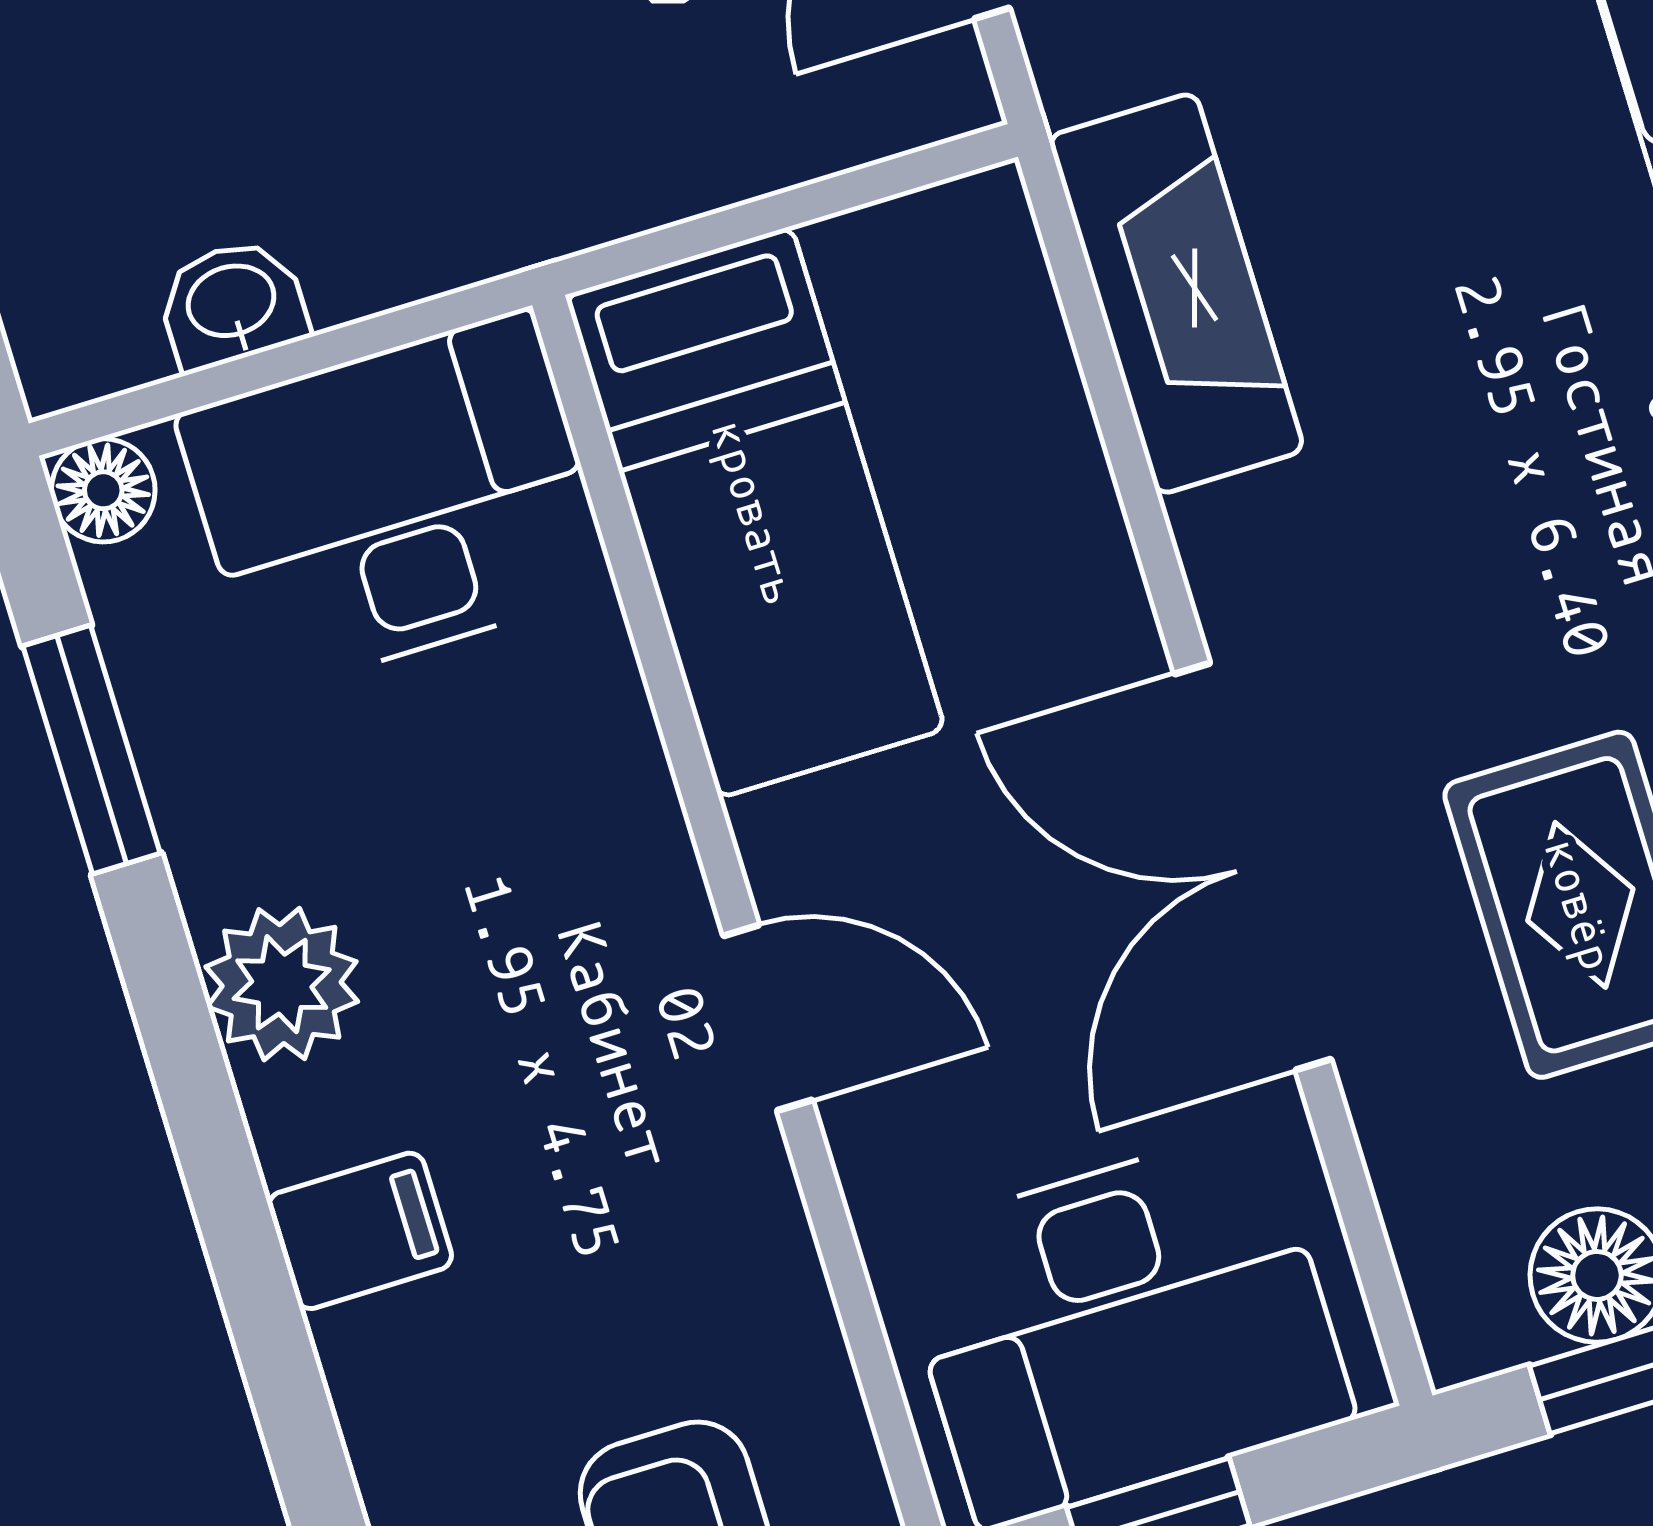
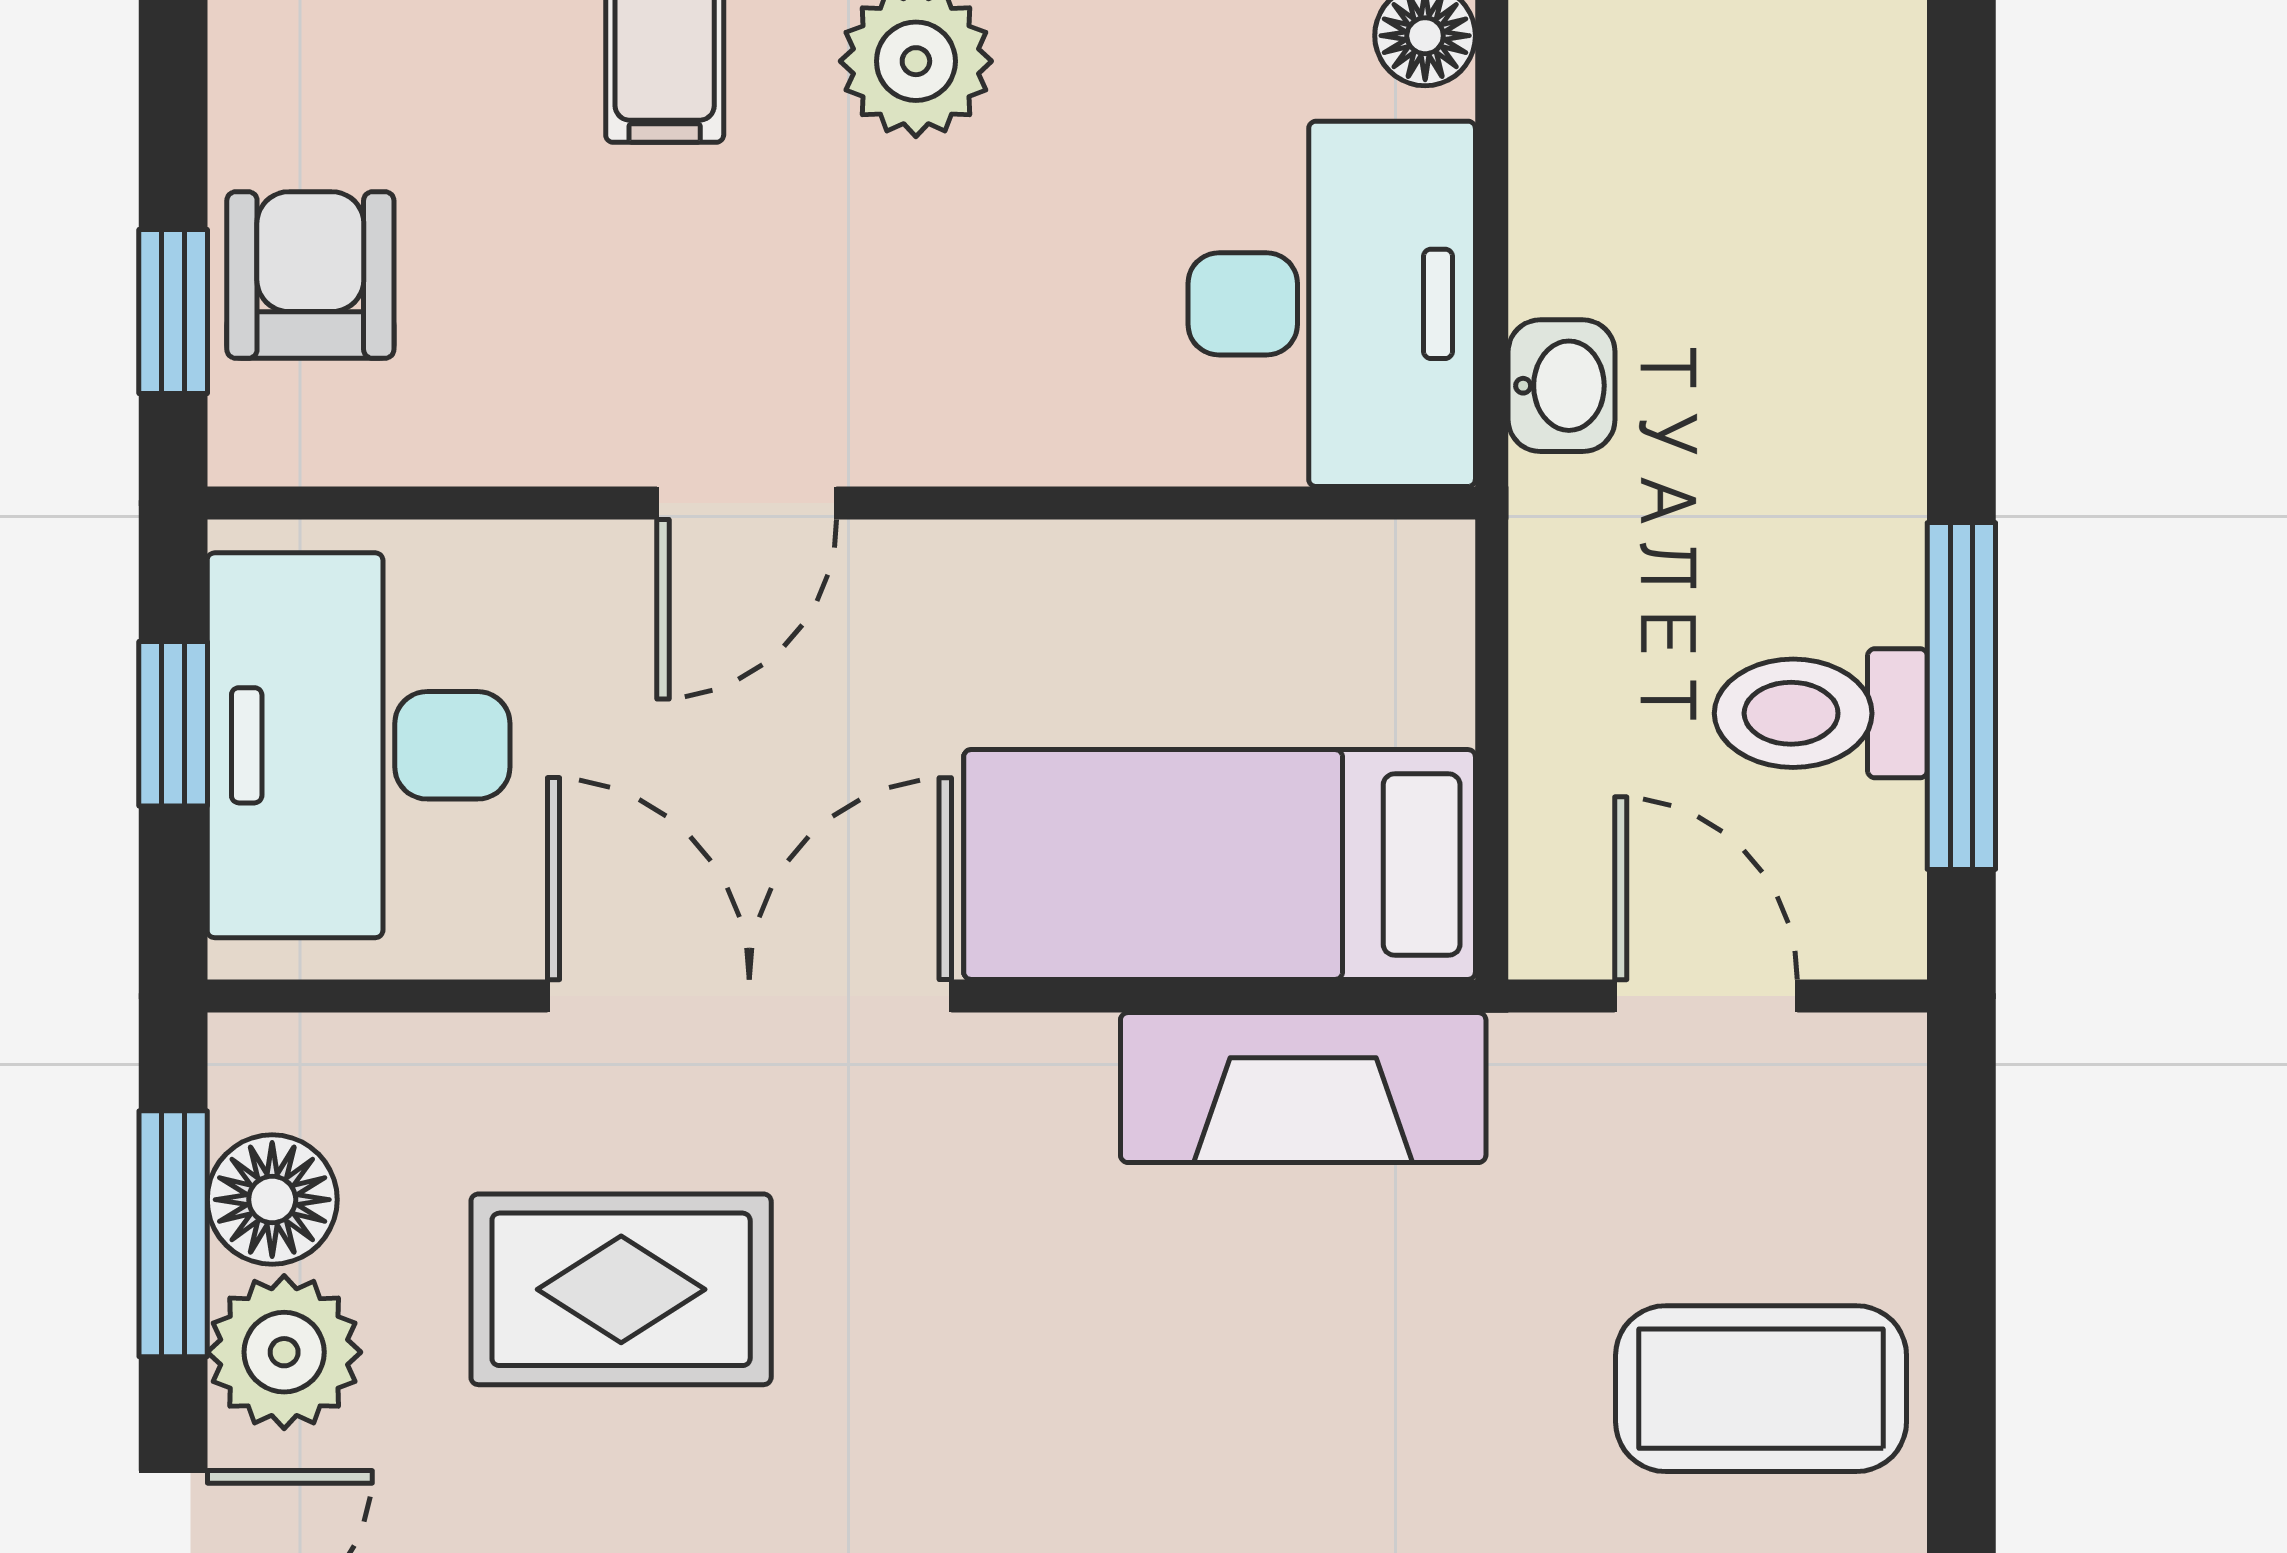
washbasin: (232, 304) -> (1562, 386), moved
bed: (755, 512) -> (1220, 865), moved

